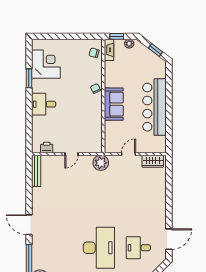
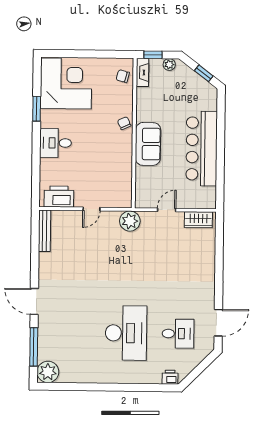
corner desk: (46, 64) -> (66, 84), width x1.36, depth x1.36
printer: (47, 147) -> (59, 197), width x1.87, depth x1.48
desk: (138, 248) -> (178, 334), turned 180

